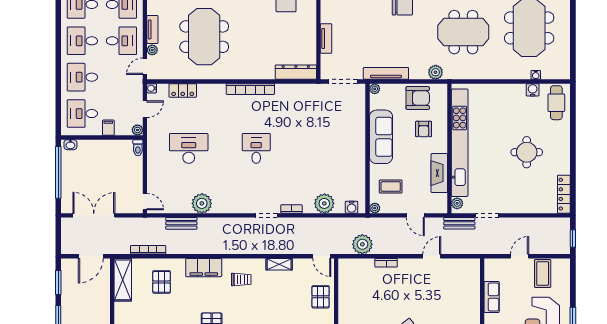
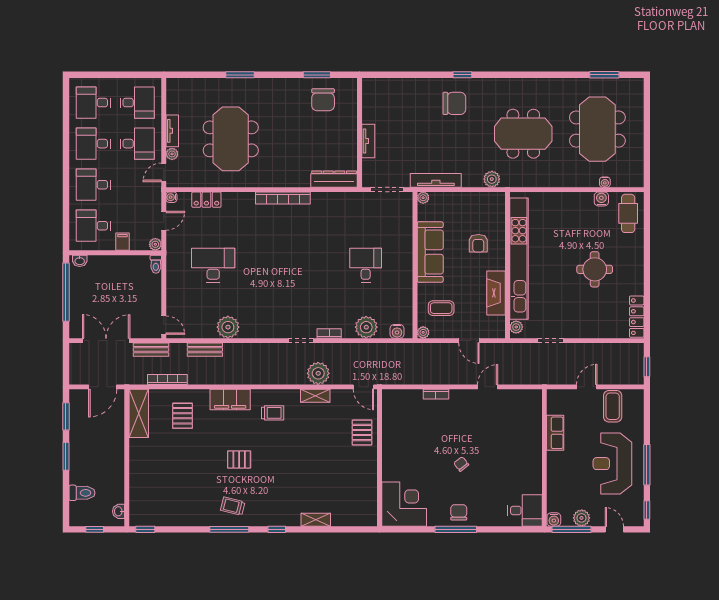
armchair: (418, 98) -> (472, 208), removed
desk: (256, 148) -> (366, 265), moved
bench: (459, 223) -> (151, 350), moved
plant: (362, 244) -> (318, 373), moved

